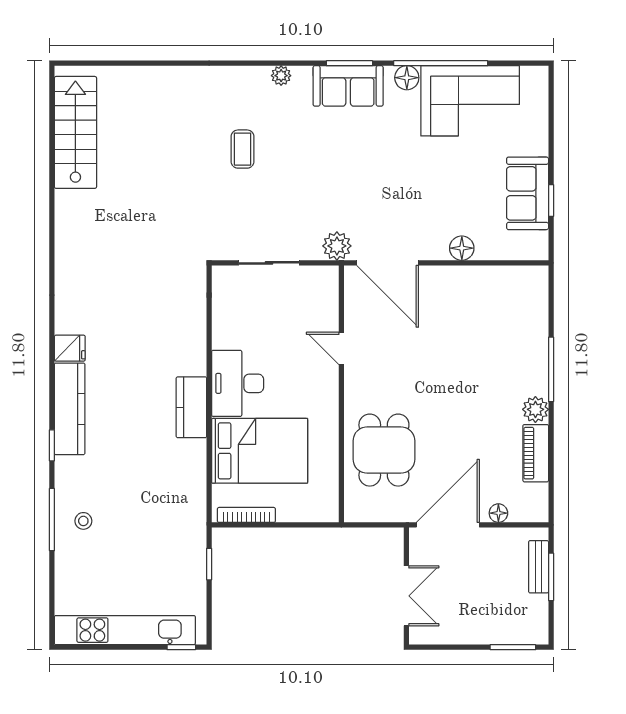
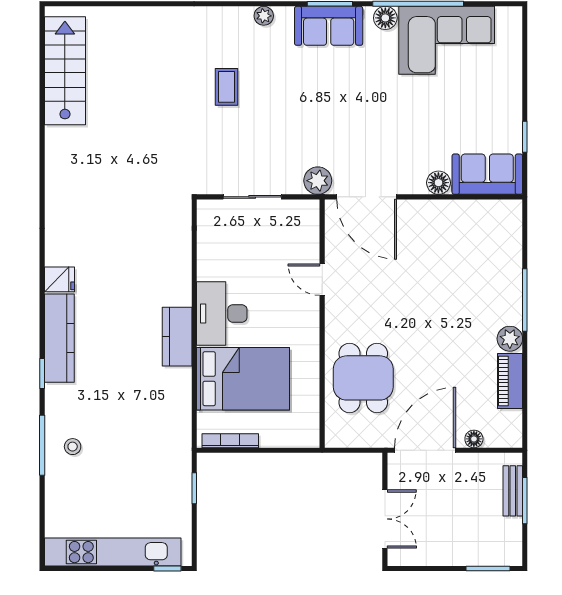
sofa: (528, 193) -> (487, 174), moved, turned 90

